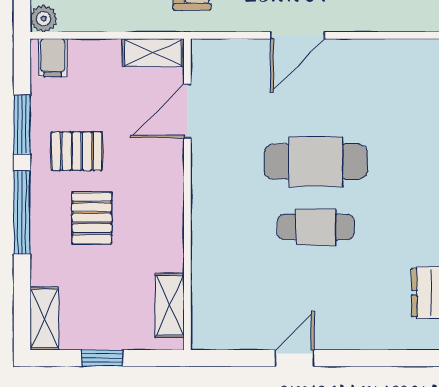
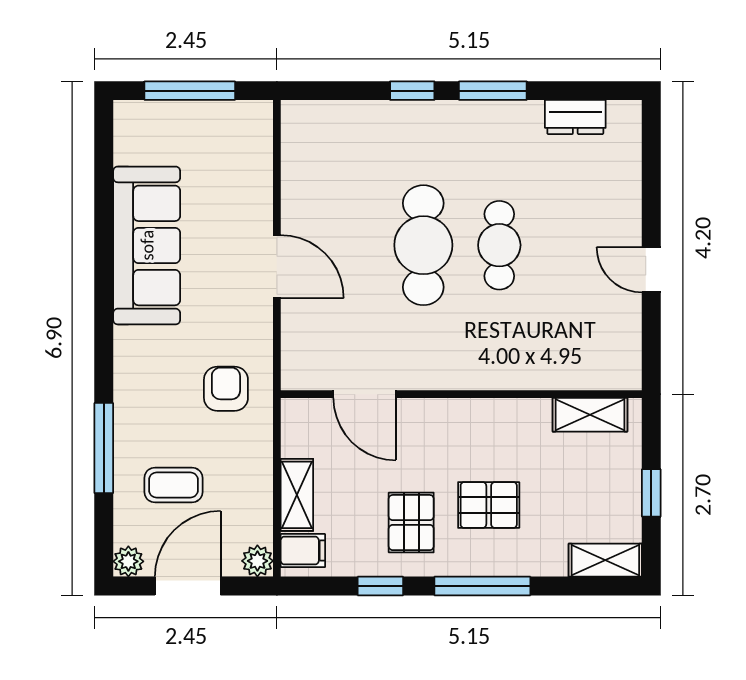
shelving: (153, 53) -> (297, 495), moved
window: (22, 125) -> (380, 586), width x0.67

